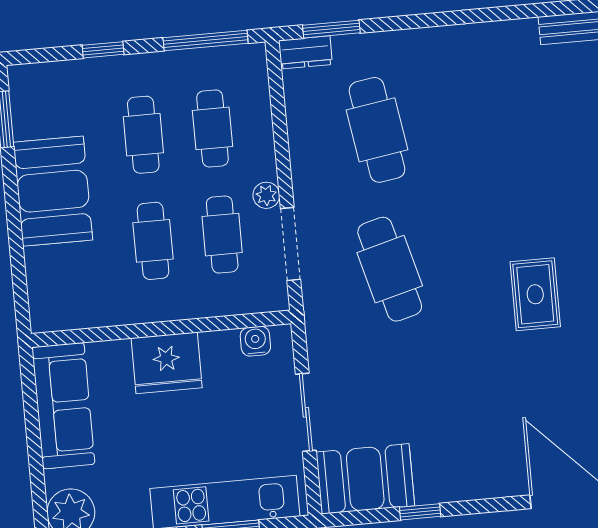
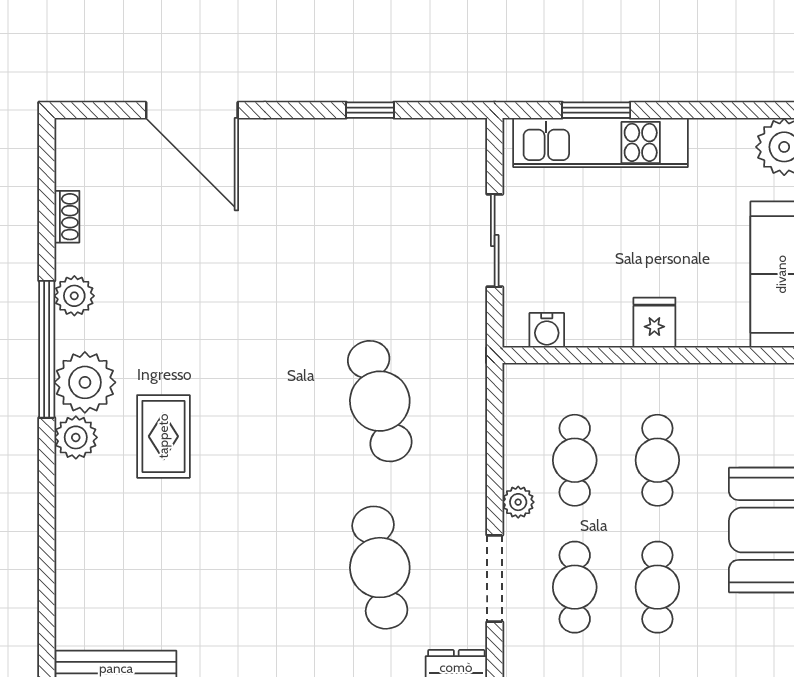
doorway: (291, 244) -> (495, 579), moved
rug: (535, 294) -> (163, 436), moved
fridge: (167, 363) -> (654, 323), width x0.53, depth x0.75
booth: (365, 479) -> (431, 155), removed

